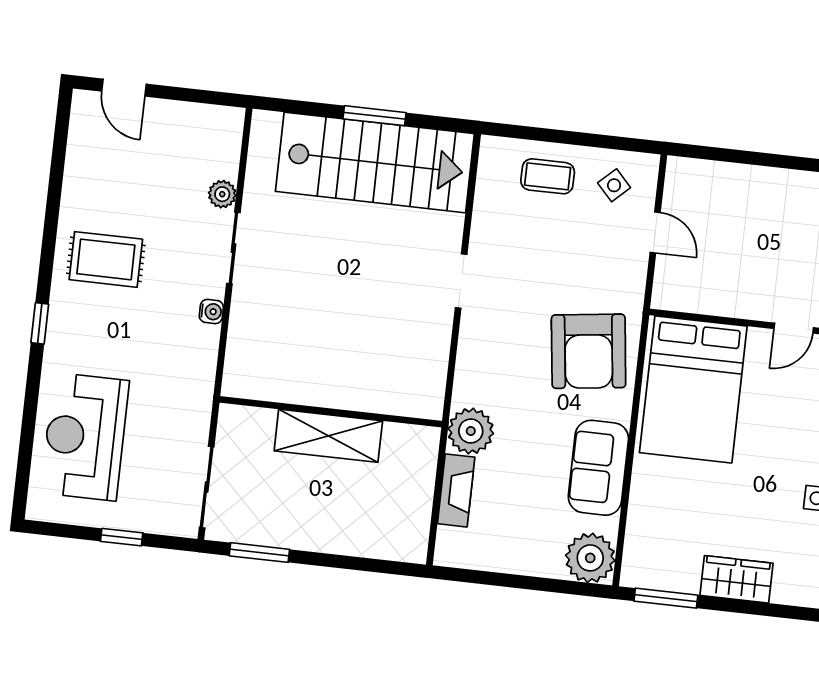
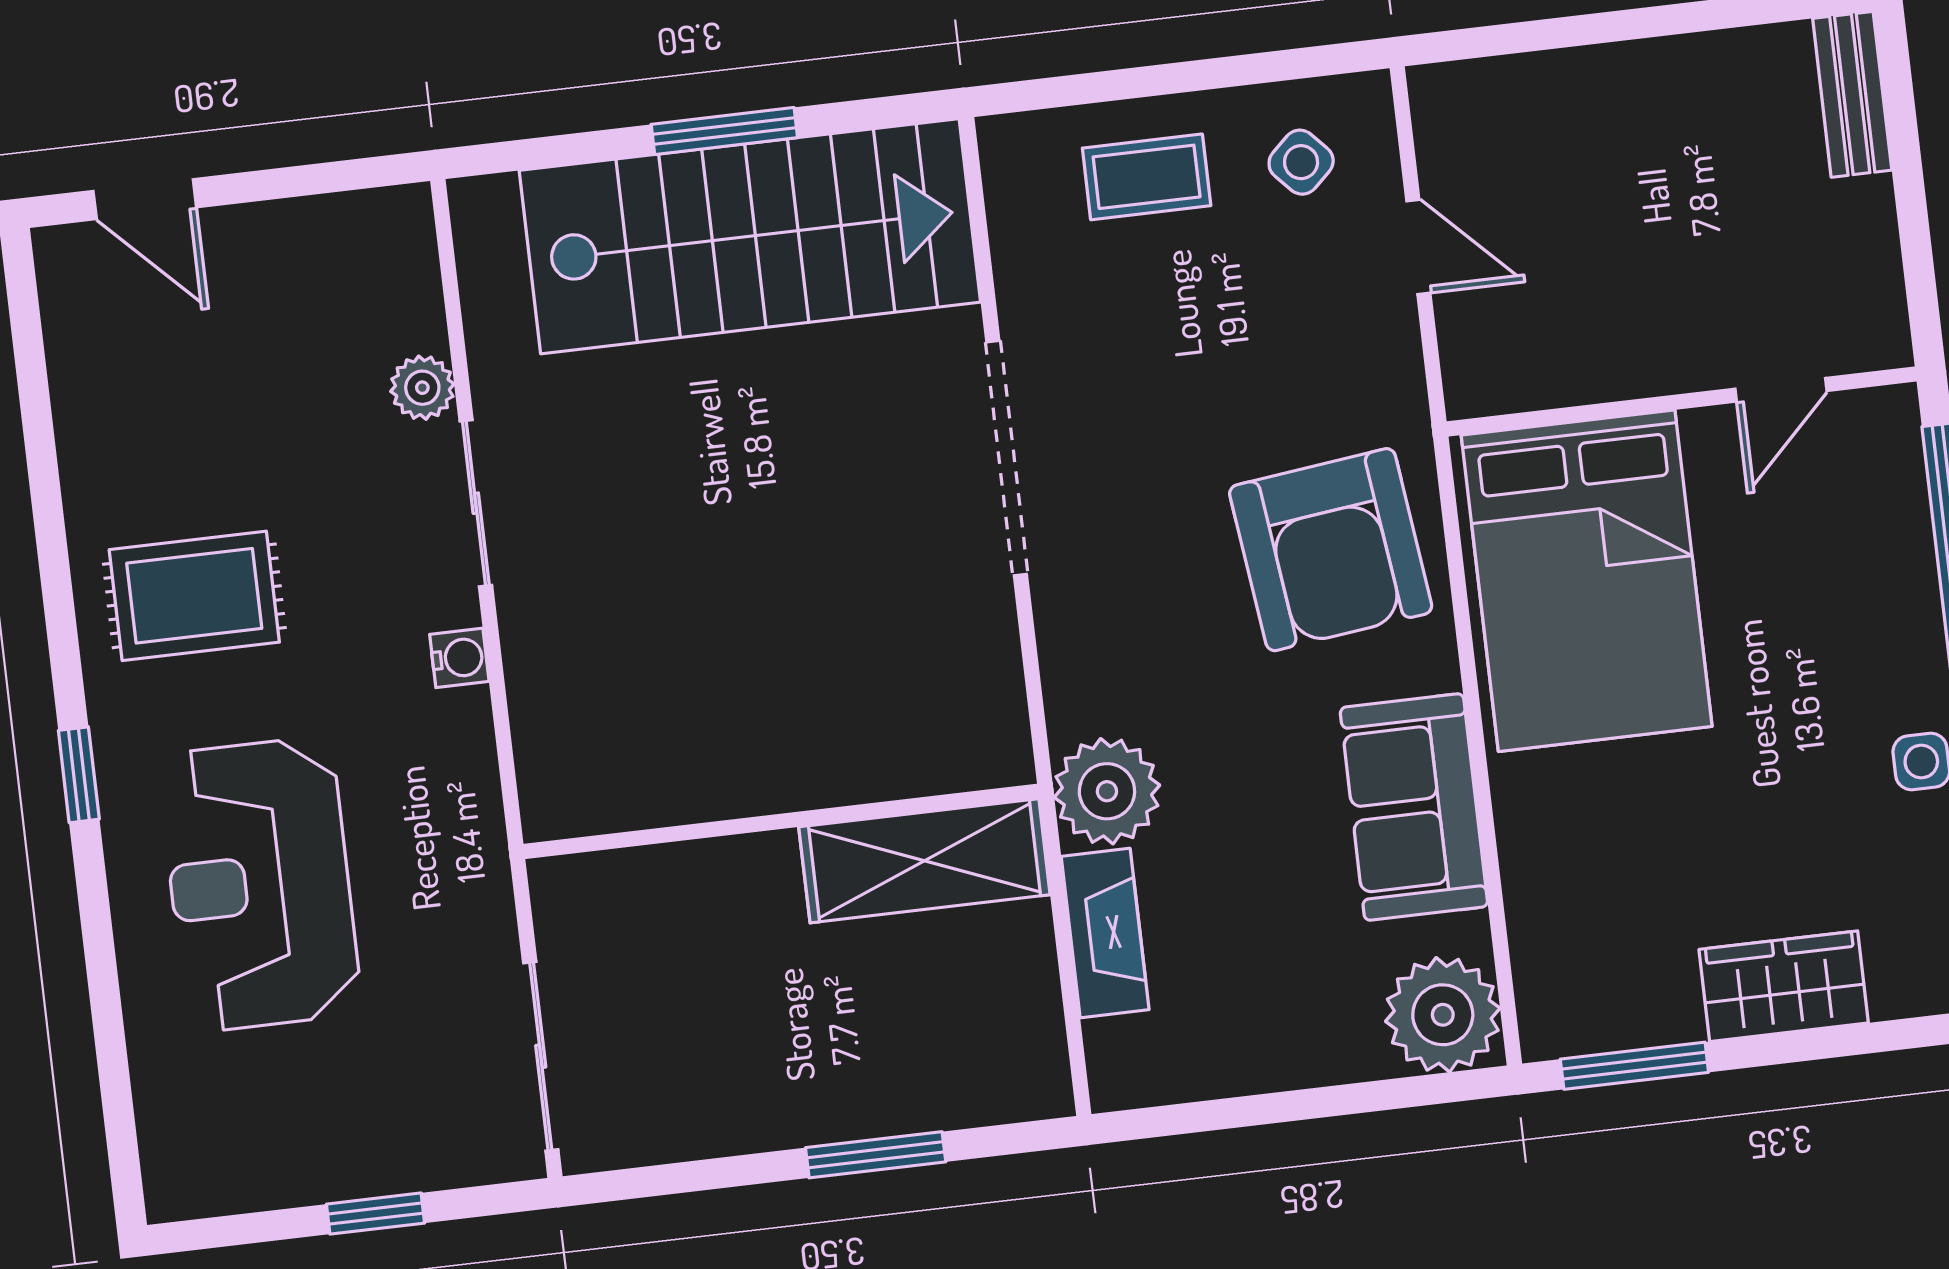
doorway: (461, 281) -> (1007, 458), width x1.88
shelving: (328, 436) -> (924, 861), moved
reception desk: (85, 437) -> (260, 884), moved
window: (259, 553) -> (876, 1155), moved

